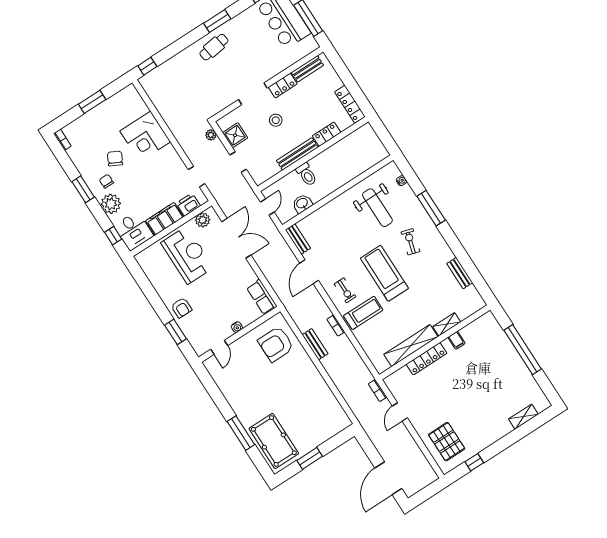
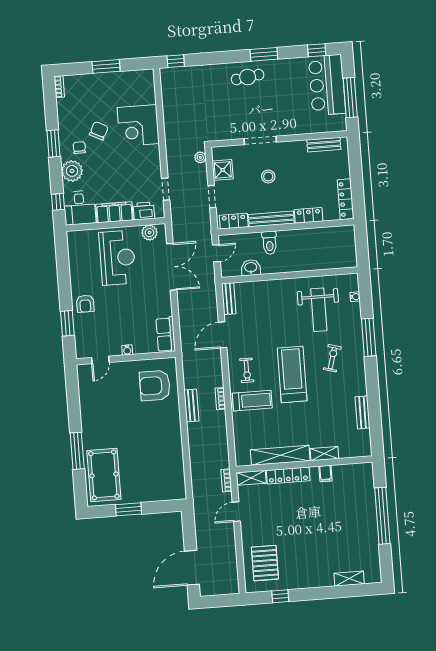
locker: (283, 86) -> (234, 221), moved, turned 180
shelving: (397, 377) -> (251, 478), added

